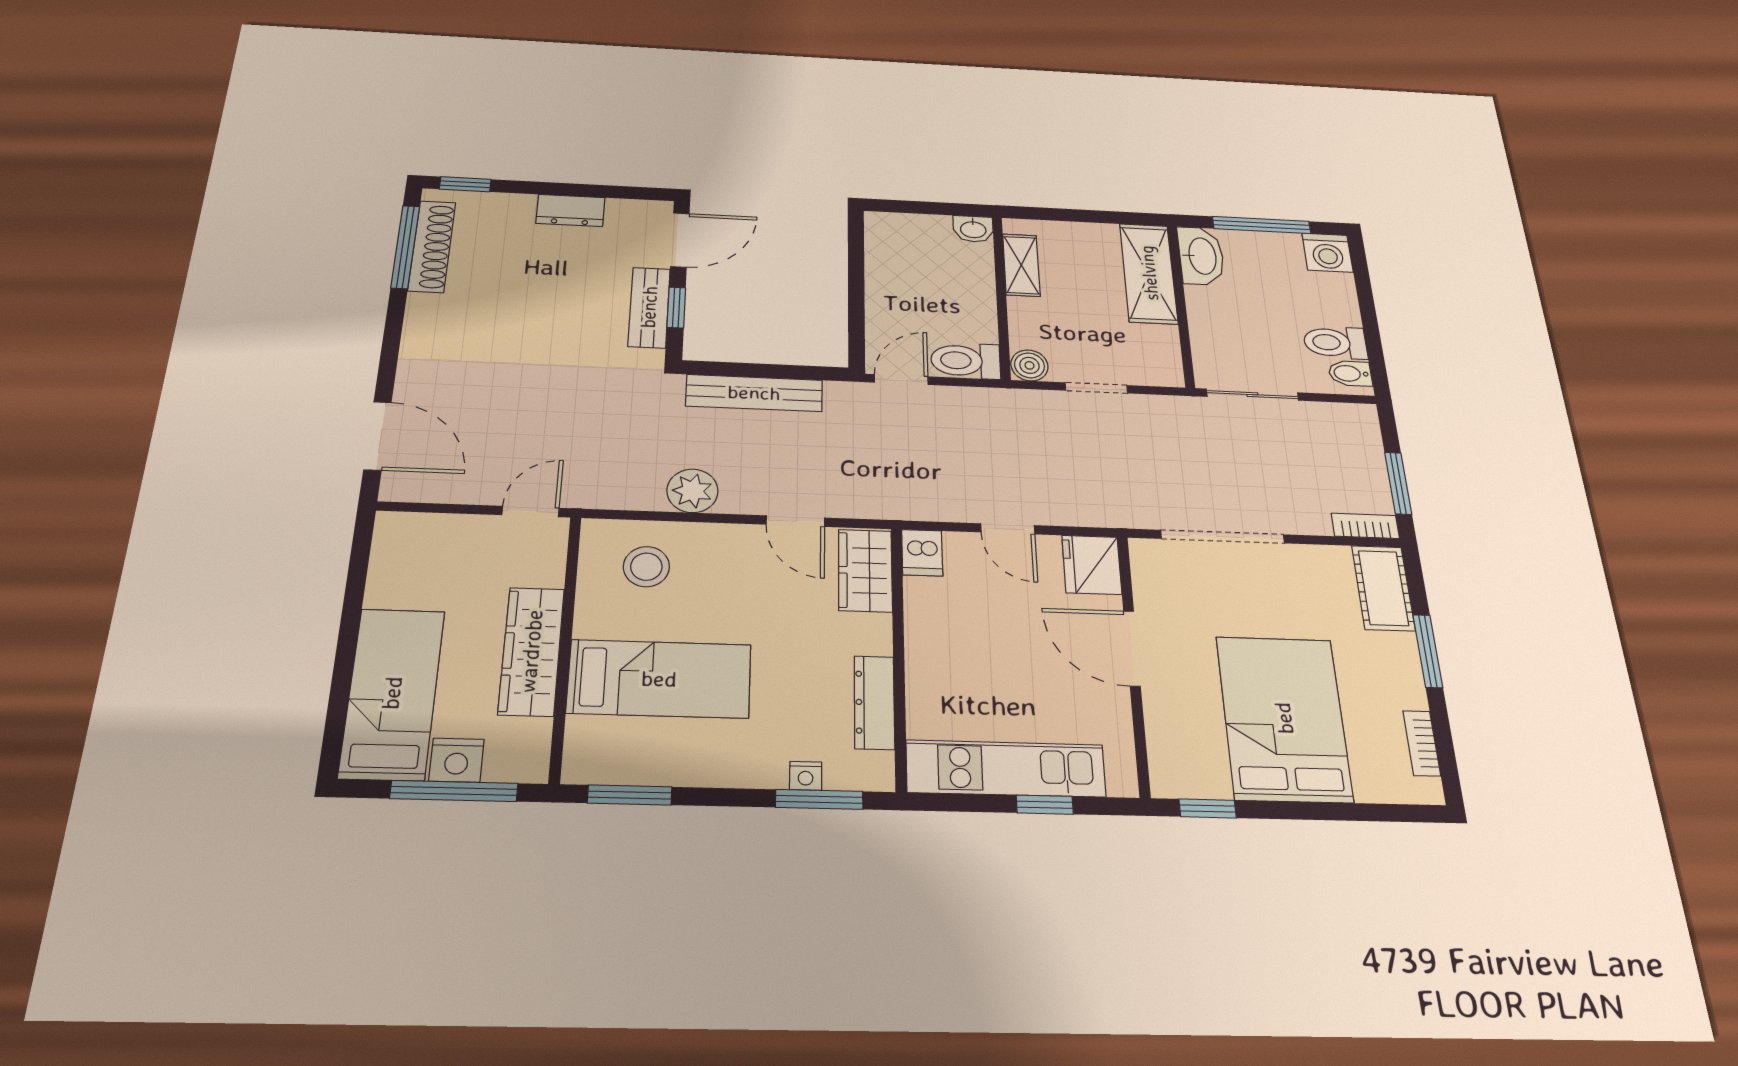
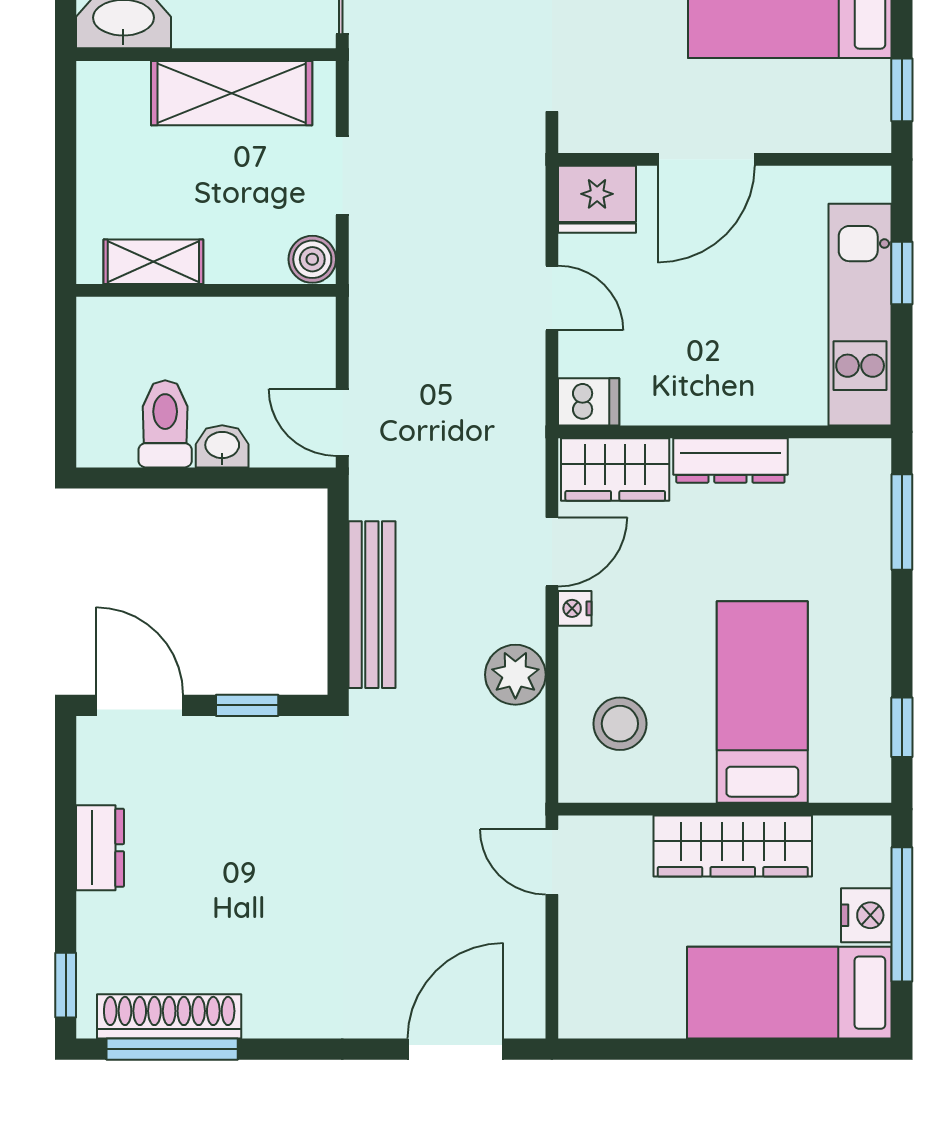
washbasin: (973, 229) -> (222, 446), moved, turned -90
shelving: (1149, 273) -> (232, 93), moved
bench: (649, 307) -> (249, 739), removed
toilet: (966, 361) -> (165, 424), moved, turned 180
door: (1008, 529) -> (552, 298), hinge flipped
dresser: (874, 702) -> (730, 461), moved
nightstand: (806, 776) -> (575, 608), moved, turned 180
window: (630, 795) -> (902, 727), width x0.67

